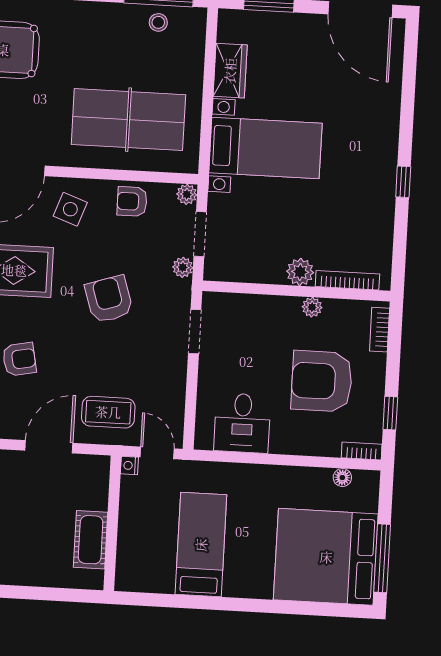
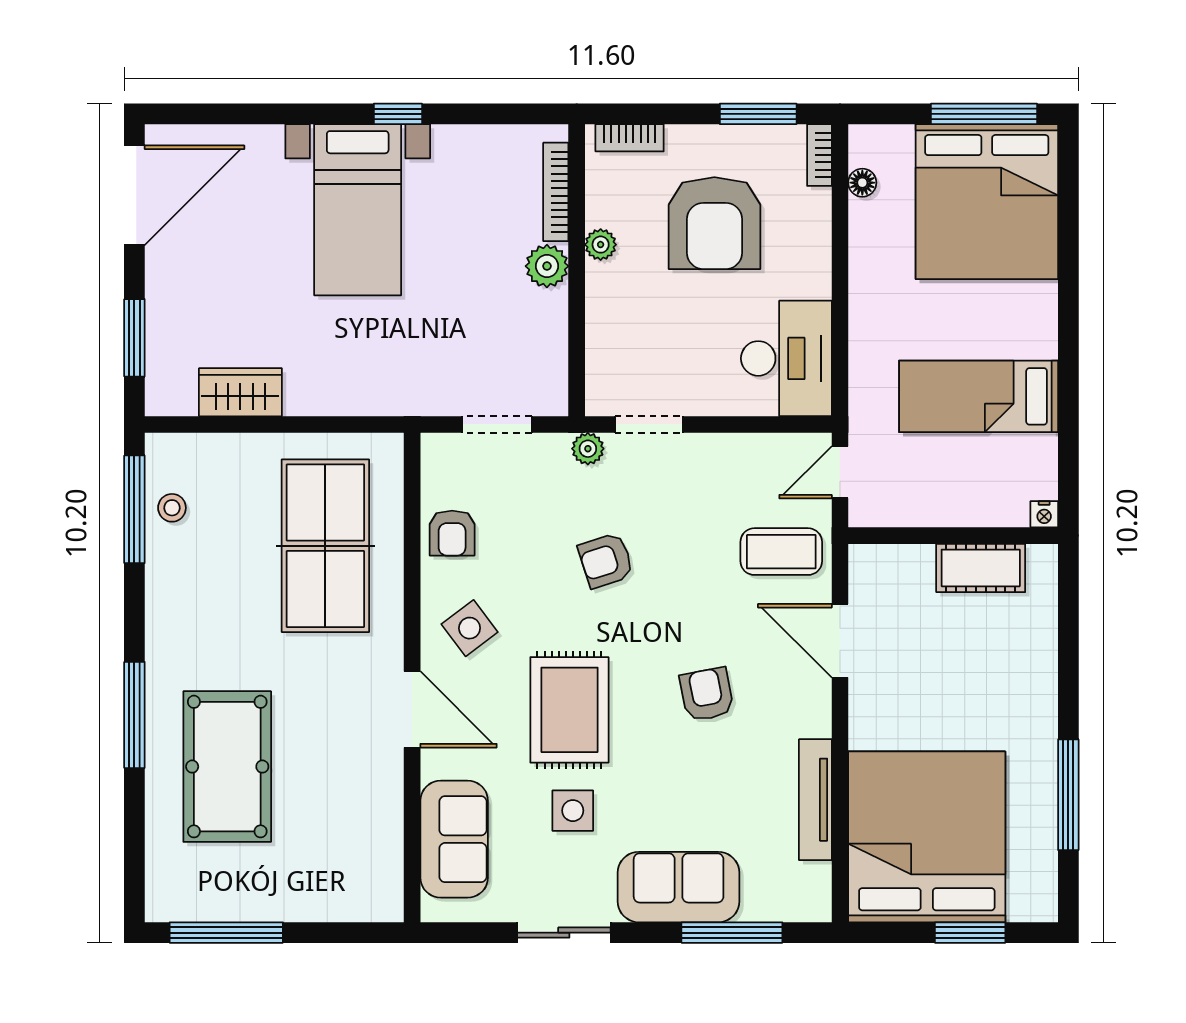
bed with nightstands: (265, 148) -> (358, 210), moved, turned 180
plant: (187, 194) -> (436, 449), removed
side table: (70, 209) -> (470, 628), turned 33
plant: (183, 267) -> (588, 449), moved
armchair: (109, 299) -> (606, 560), width x0.72, depth x0.72
coffee table: (108, 412) -> (781, 552), turned 90
window: (390, 413) -> (758, 114), width x1.50
desk: (242, 423) -> (786, 358), width x1.37
nightstand: (129, 465) -> (1044, 514), moved

